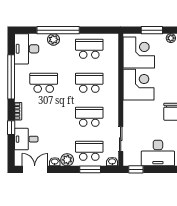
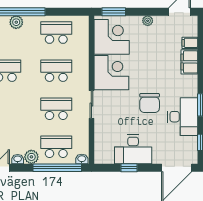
window: (152, 30) -> (114, 12), moved
sliding door: (121, 139) -> (91, 105), moved
window: (90, 169) -> (57, 168), width x2.11
window: (136, 169) -> (129, 168), moved

